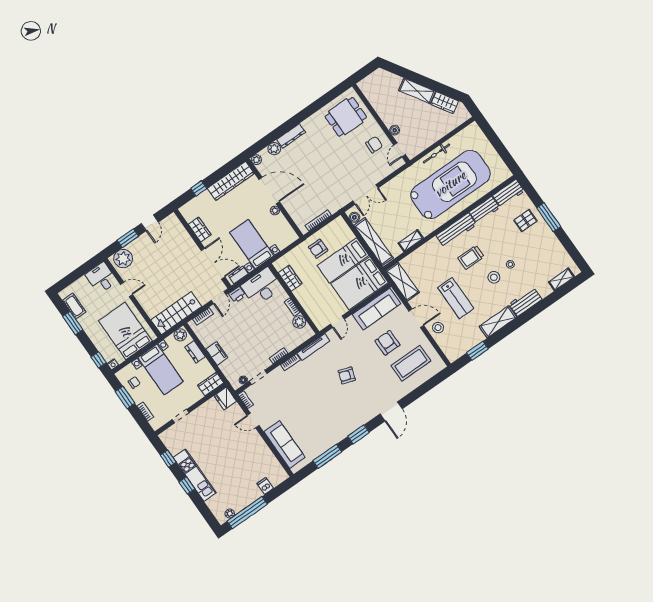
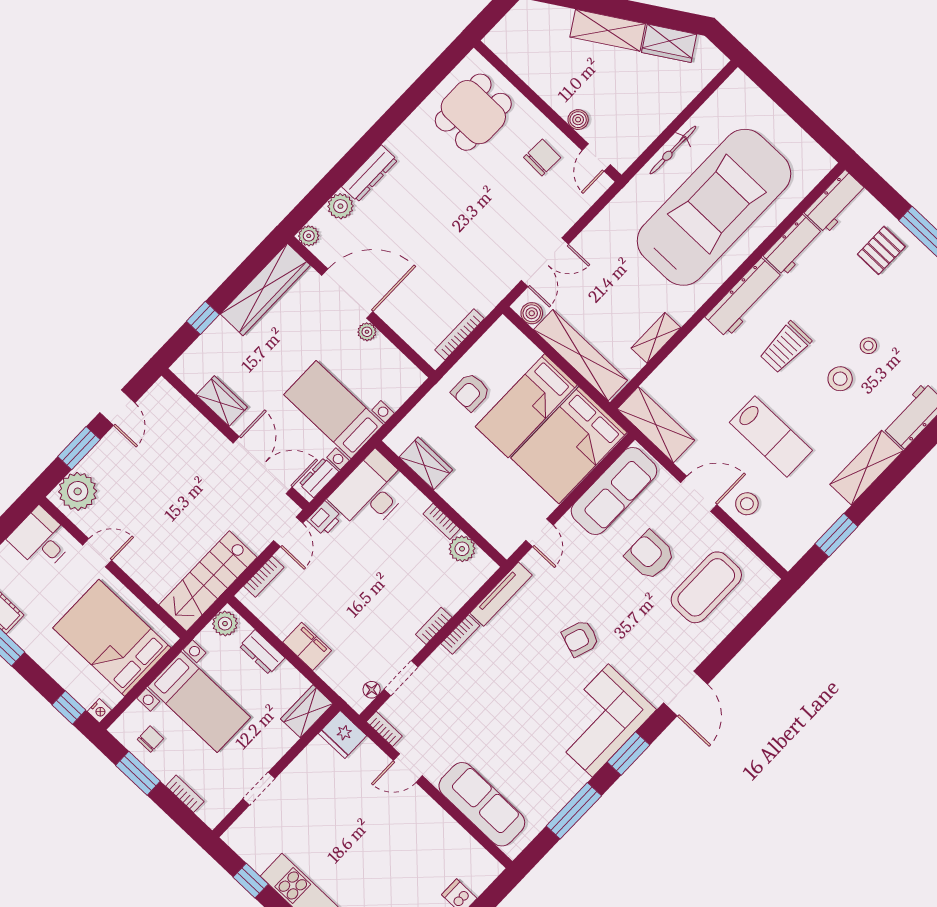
corner sofa: (348, 416) -> (600, 721), added

